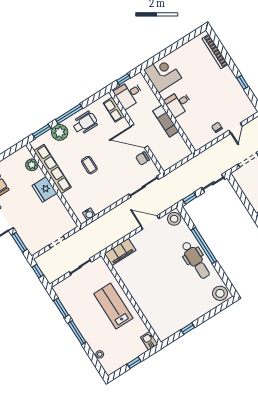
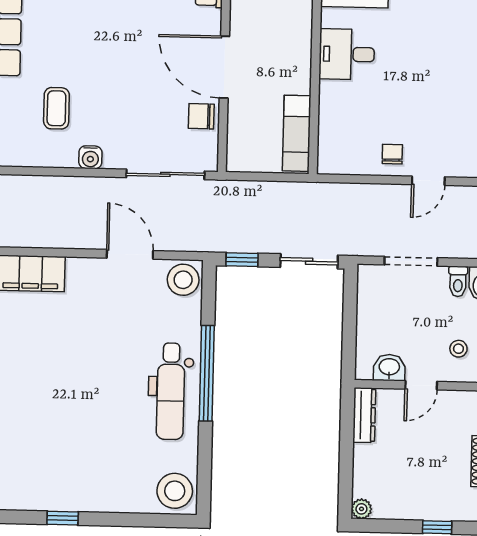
exam couch: (166, 121) -> (297, 133), moved
coffee table: (89, 165) -> (56, 108), moved
water cooler: (89, 214) -> (90, 157), moved

